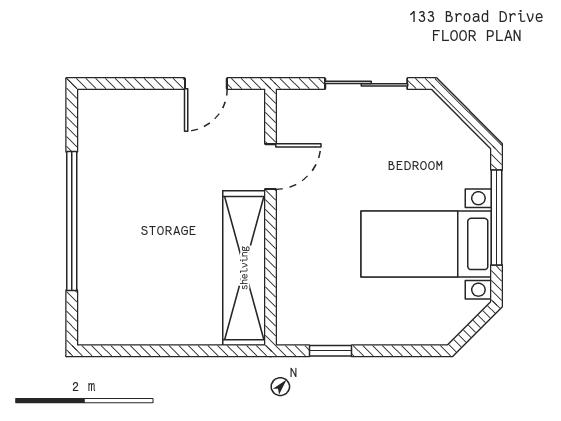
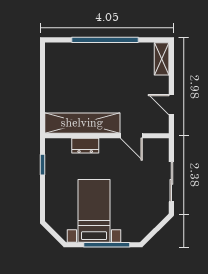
shelving: (111, 104) -> (162, 59), added
dresser: (291, 262) -> (85, 146), added

